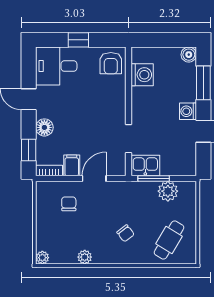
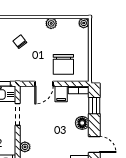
plant: (119, 96) -> (25, 147), added
chair: (69, 204) -> (63, 64), width x1.87, depth x1.87

